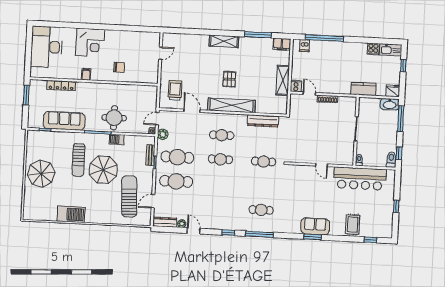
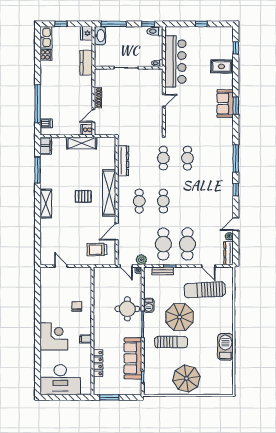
cafe table: (261, 210) -> (187, 158), moved

